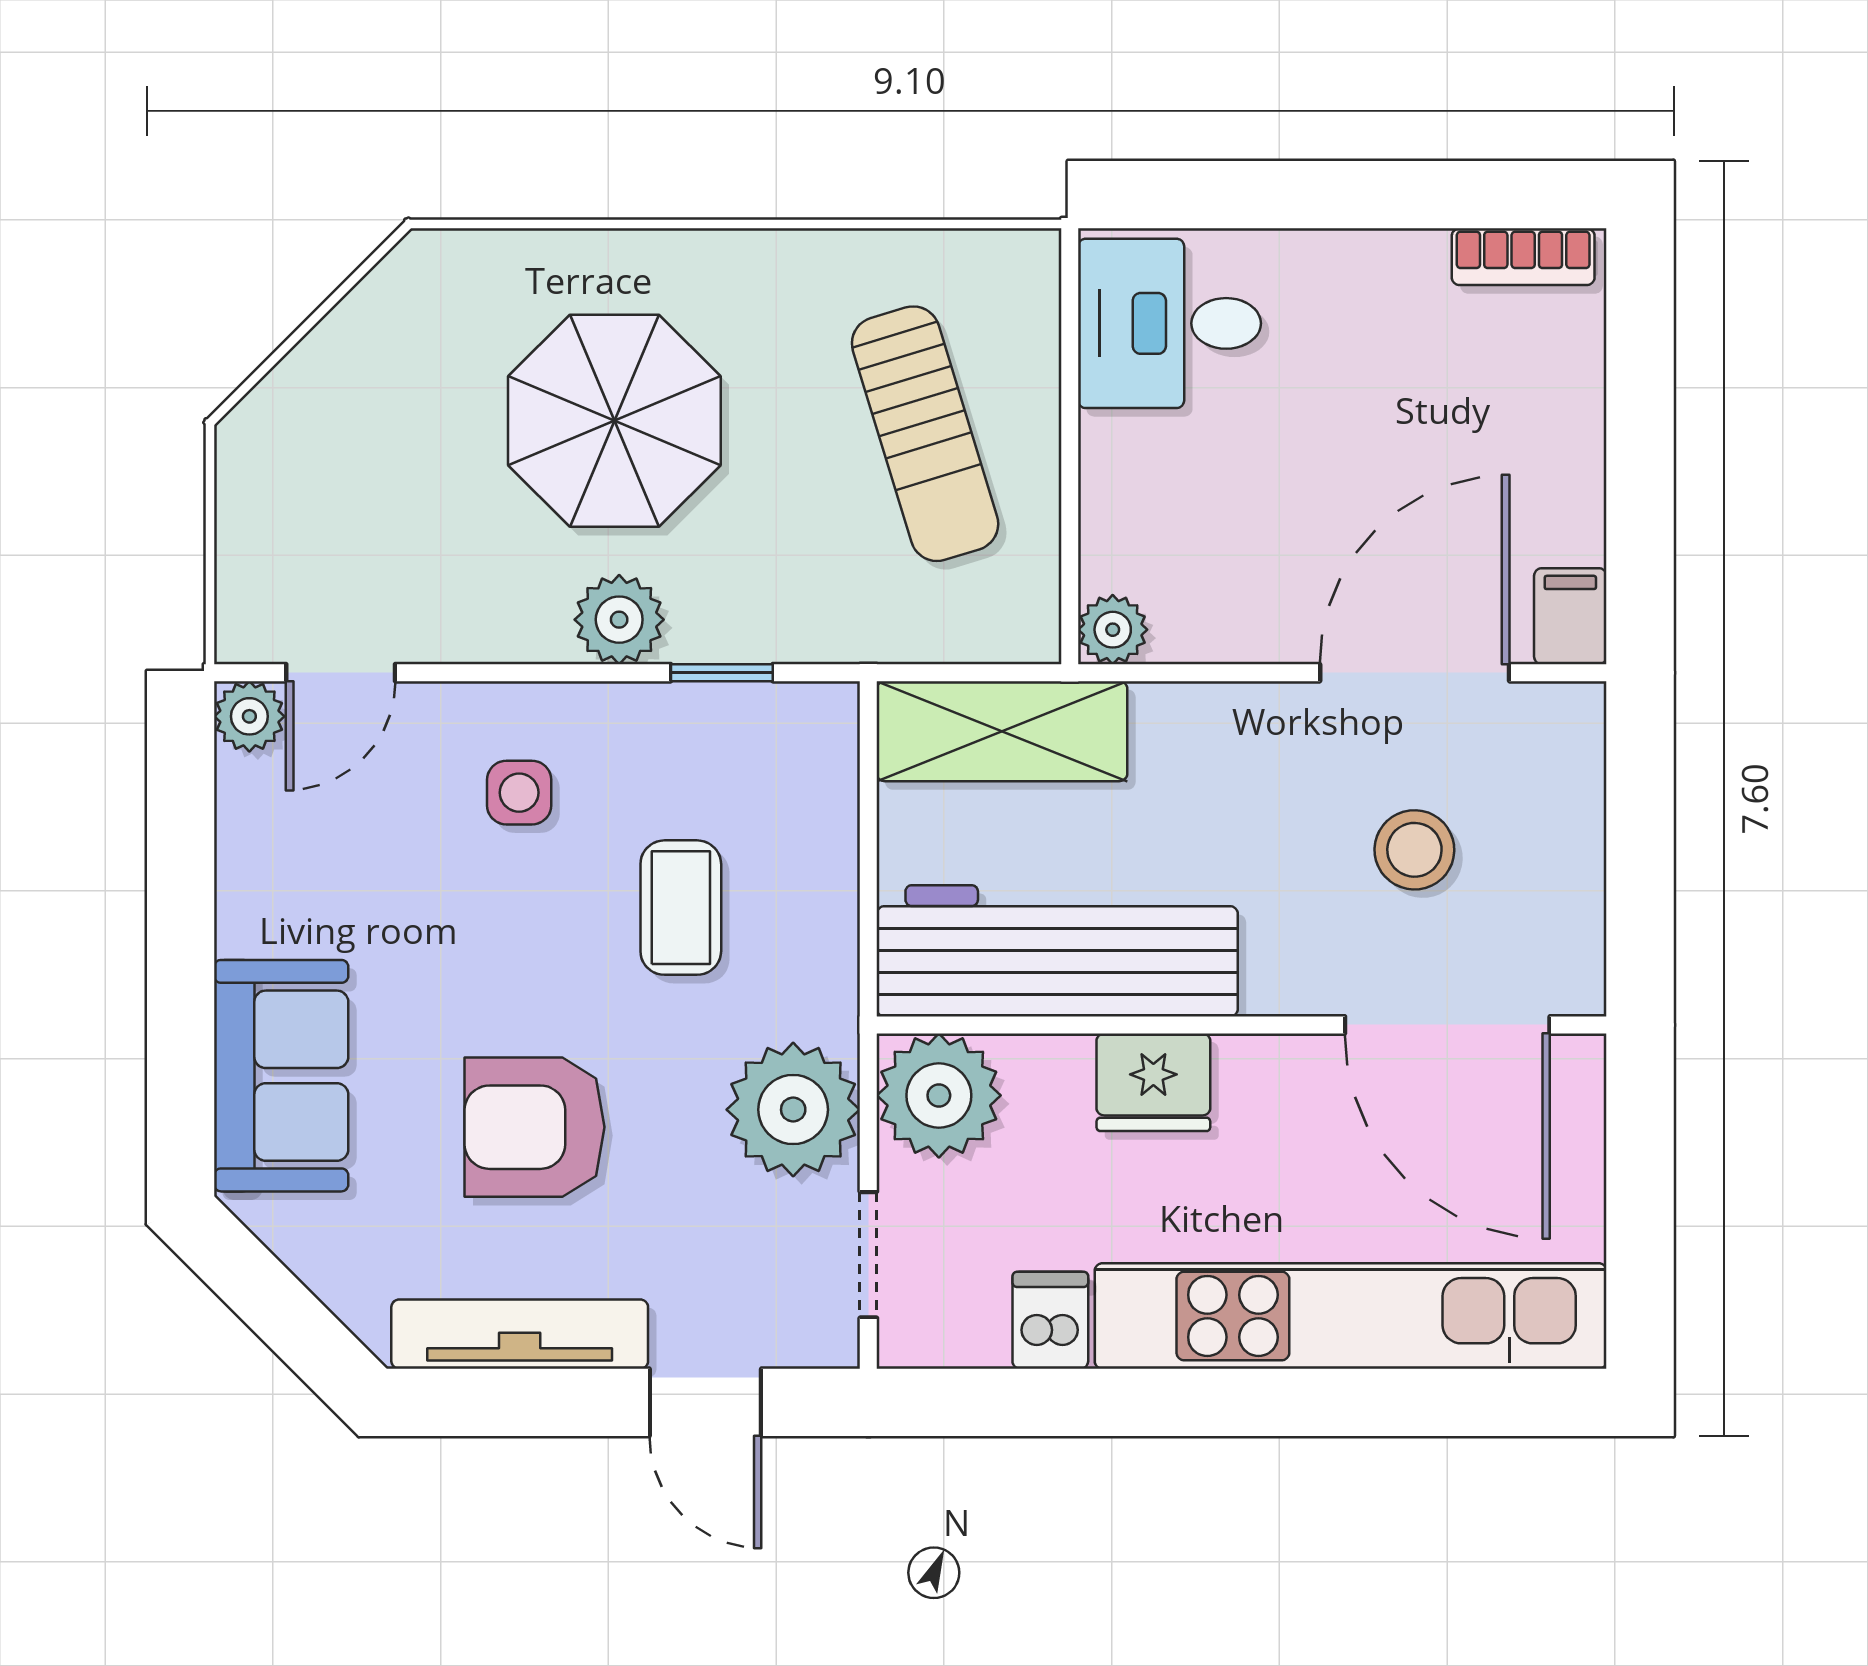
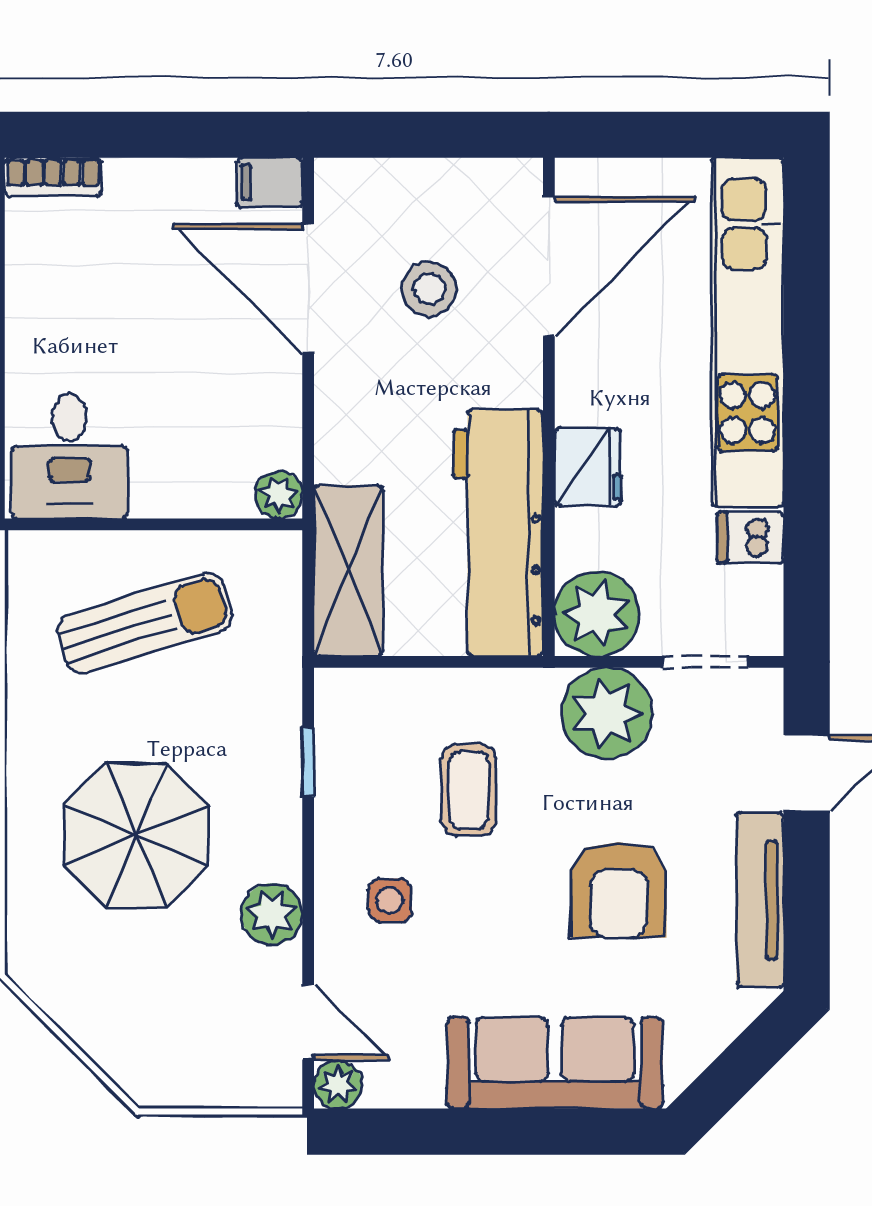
bookcase: (1523, 257) -> (53, 177), moved, turned 90
plant: (619, 620) -> (272, 914), moved
coffee table: (681, 908) -> (469, 790), turned 90
sofa: (281, 1076) -> (555, 1063), width x1.36

